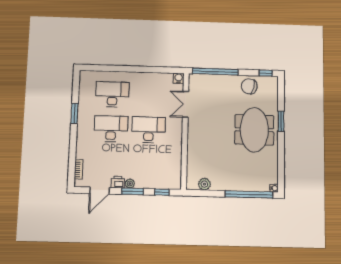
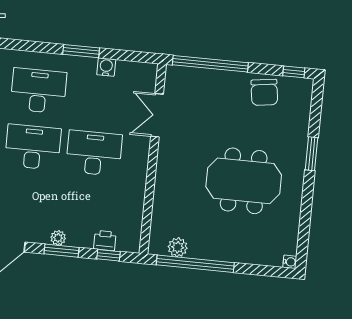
window: (137, 69) -> (81, 51), added
water cooler: (179, 78) -> (106, 67), moved
chair: (249, 86) -> (264, 92), turned -110
meeting table: (254, 130) -> (244, 181), moved, turned 90
printer: (118, 182) -> (105, 241), moved
window: (249, 194) -> (195, 264), moved

